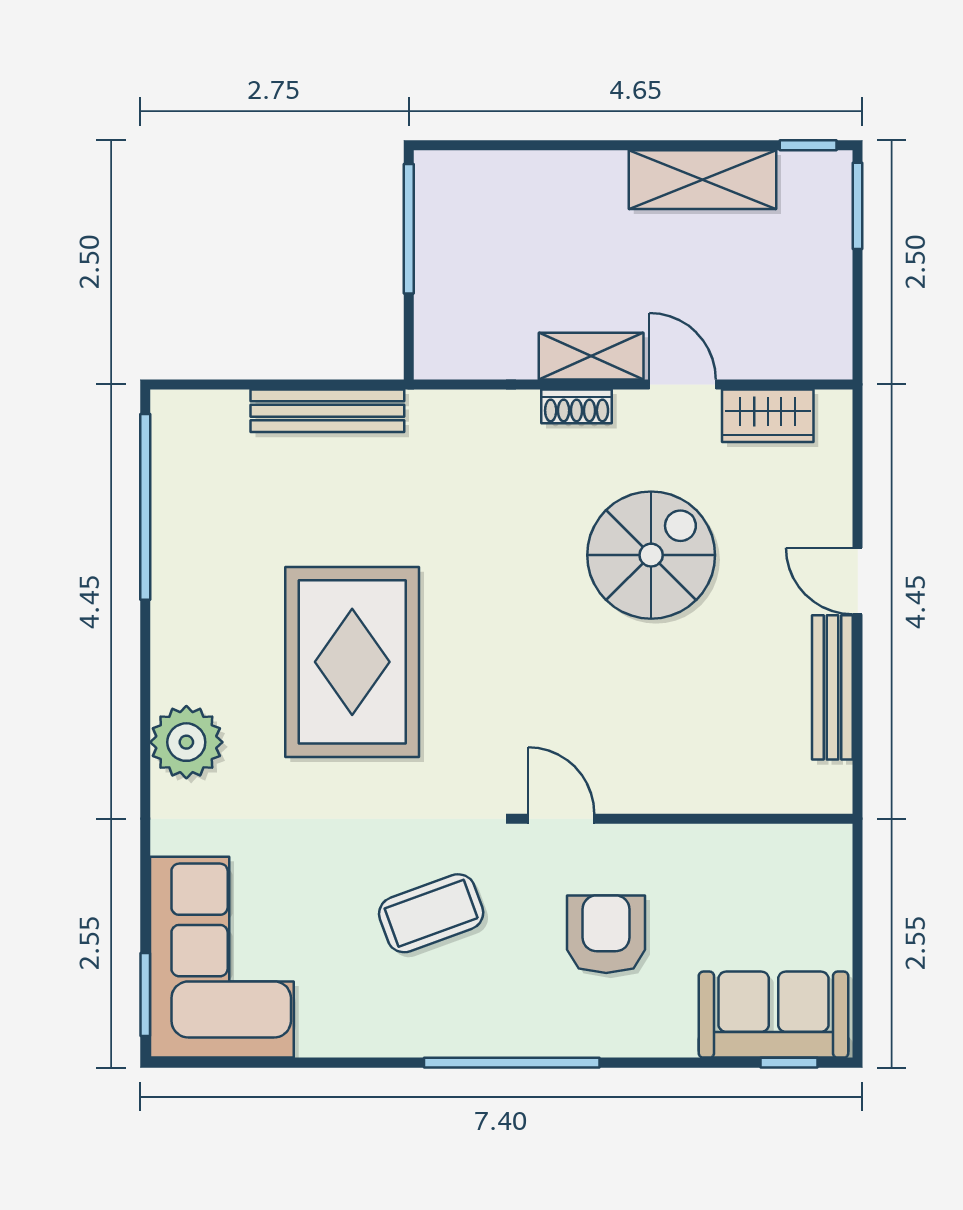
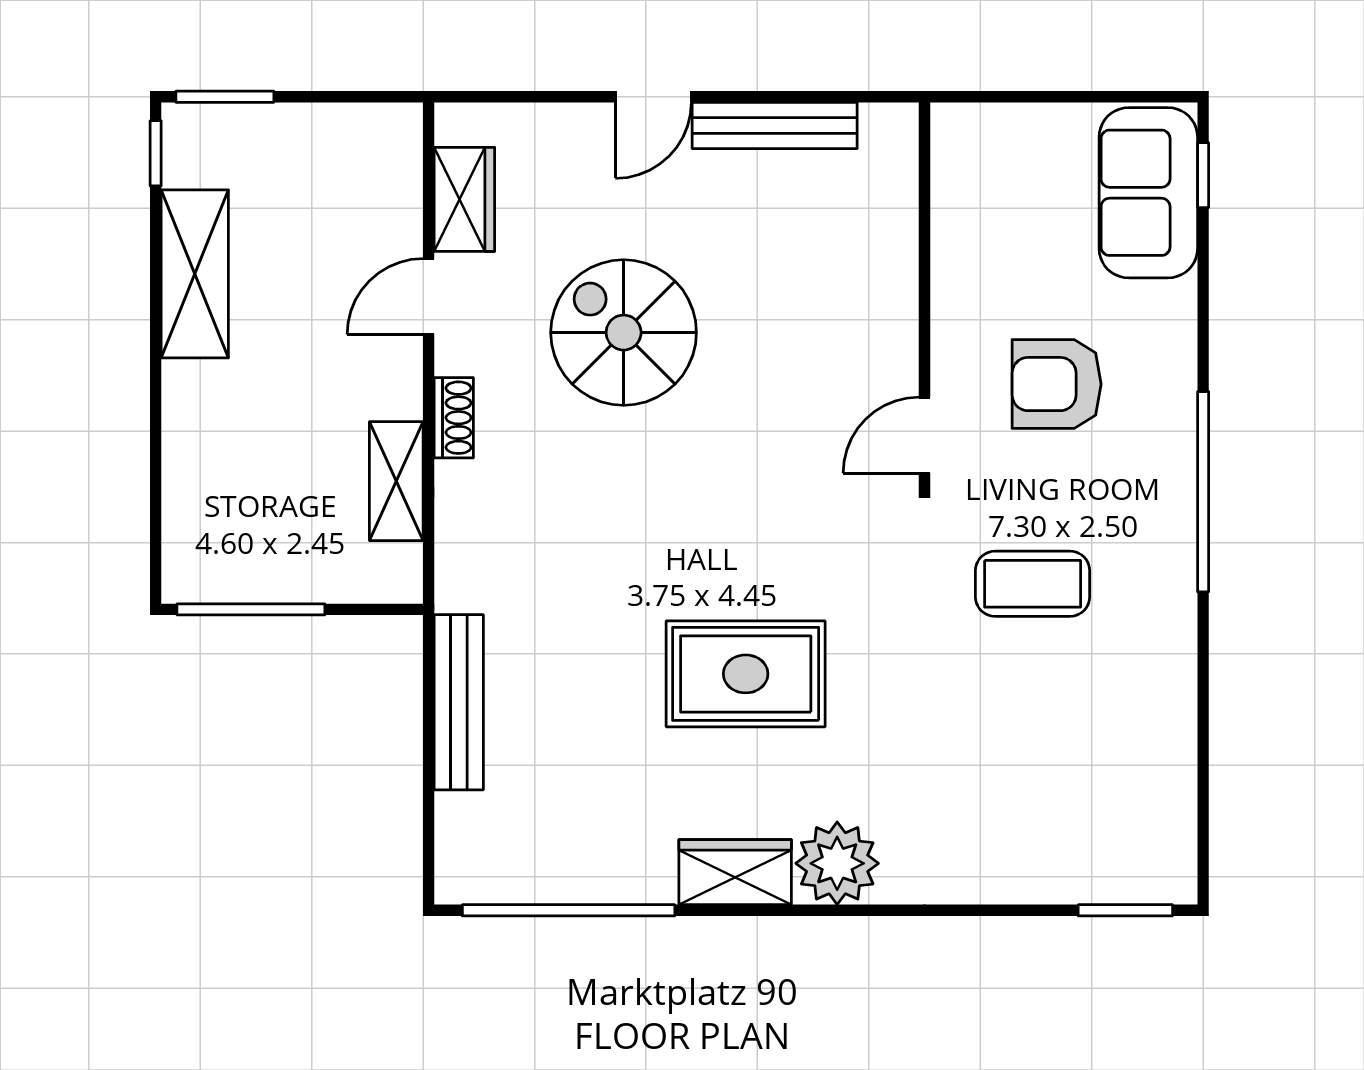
shelving: (591, 356) -> (396, 481), moved
wardrobe: (179, 653) -> (735, 872), added
rug: (352, 662) -> (746, 674), width x0.73, depth x0.69
coffee table: (431, 913) -> (1033, 584), turned -70
corner sofa: (222, 957) -> (1083, 823), removed

